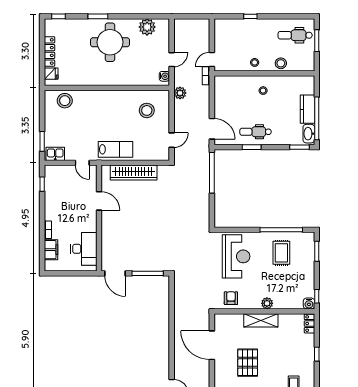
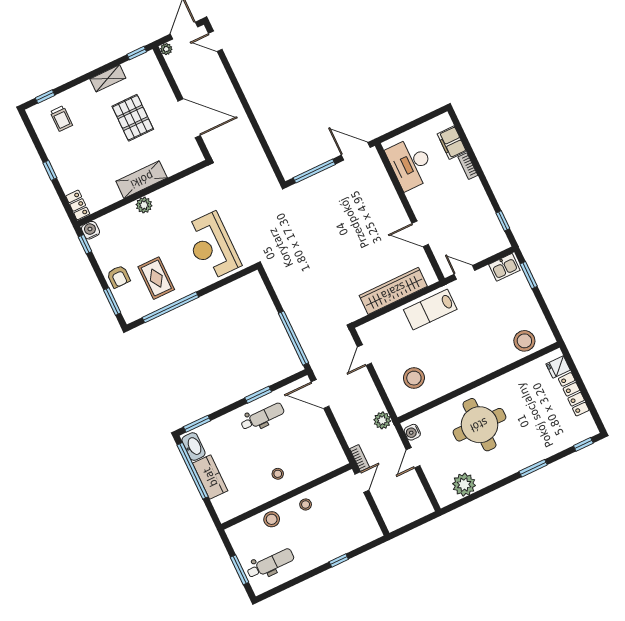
round table: (110, 42) -> (479, 425), moved
armchair: (231, 298) -> (119, 277), moved

